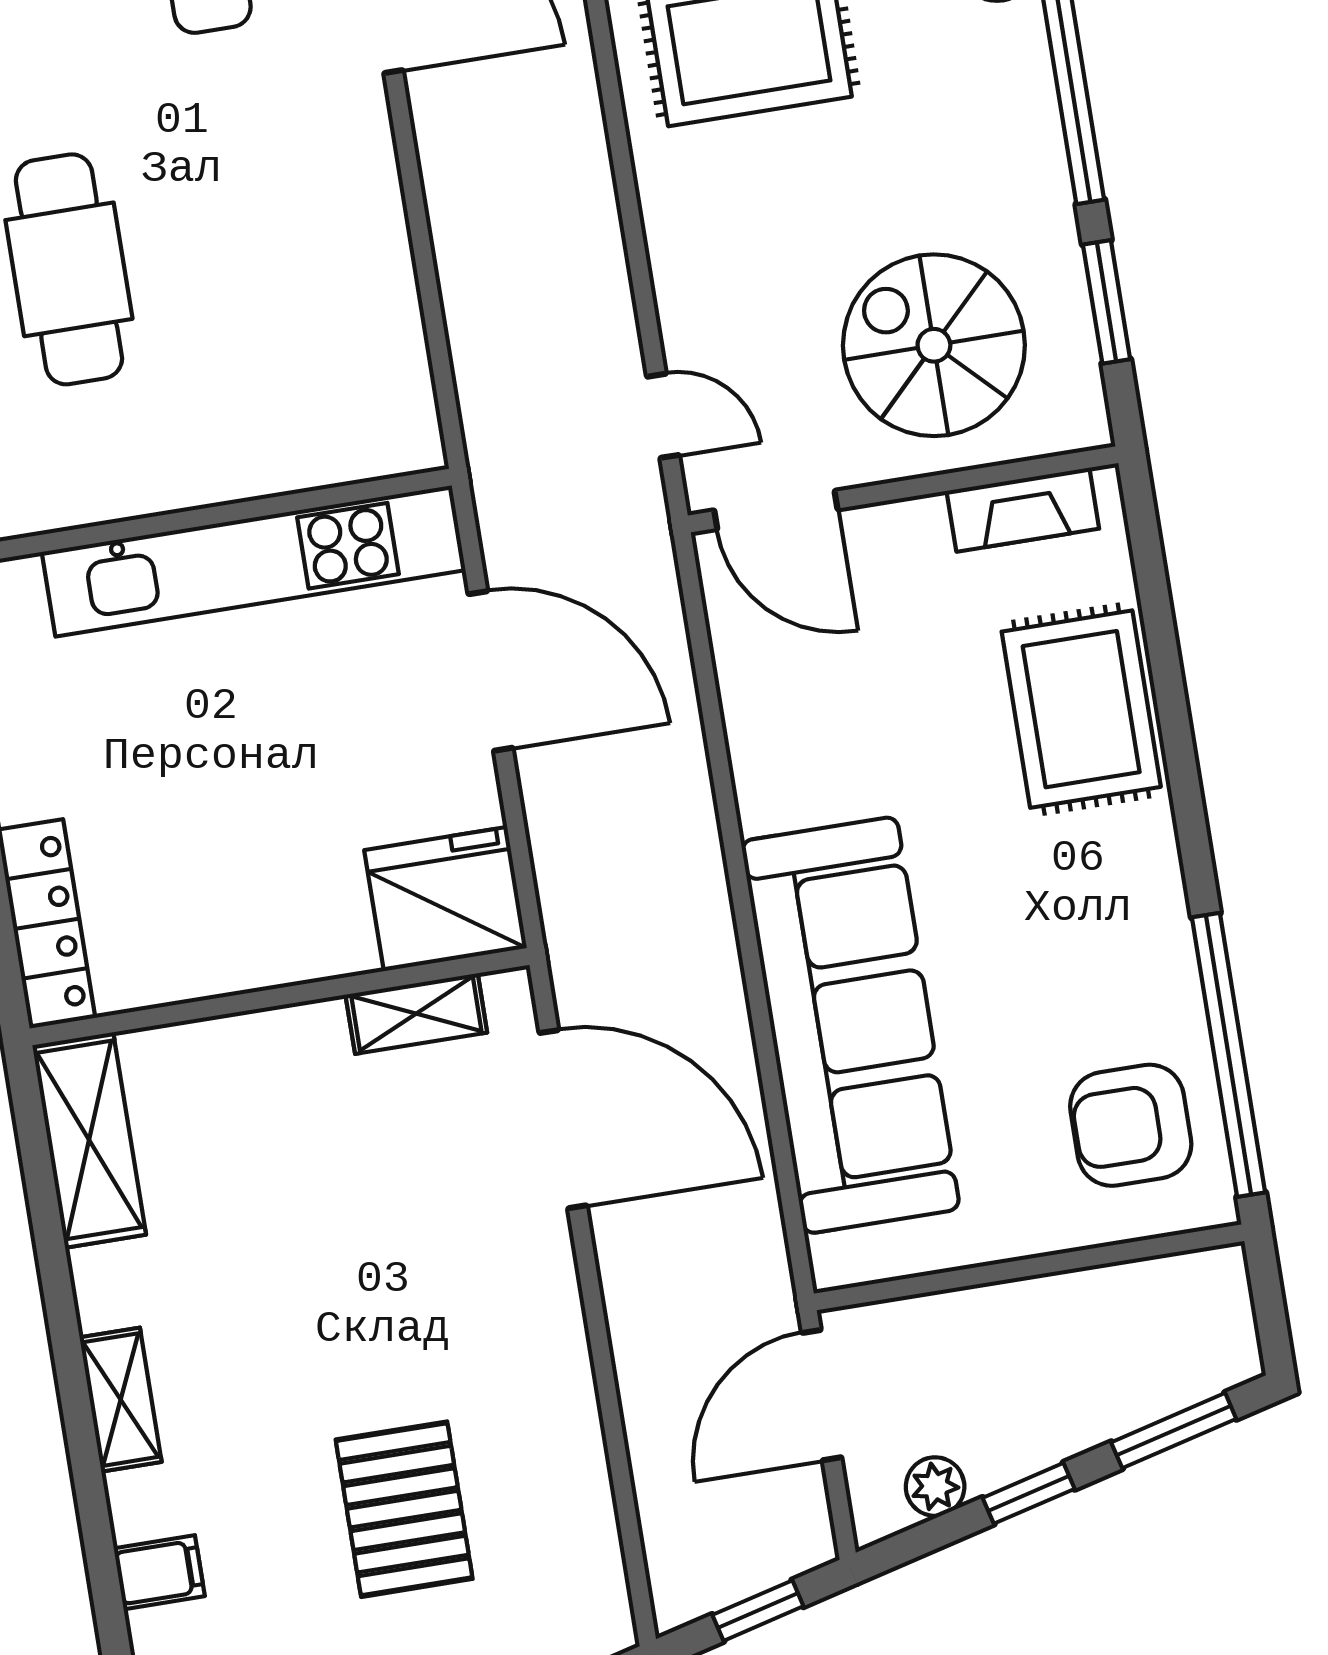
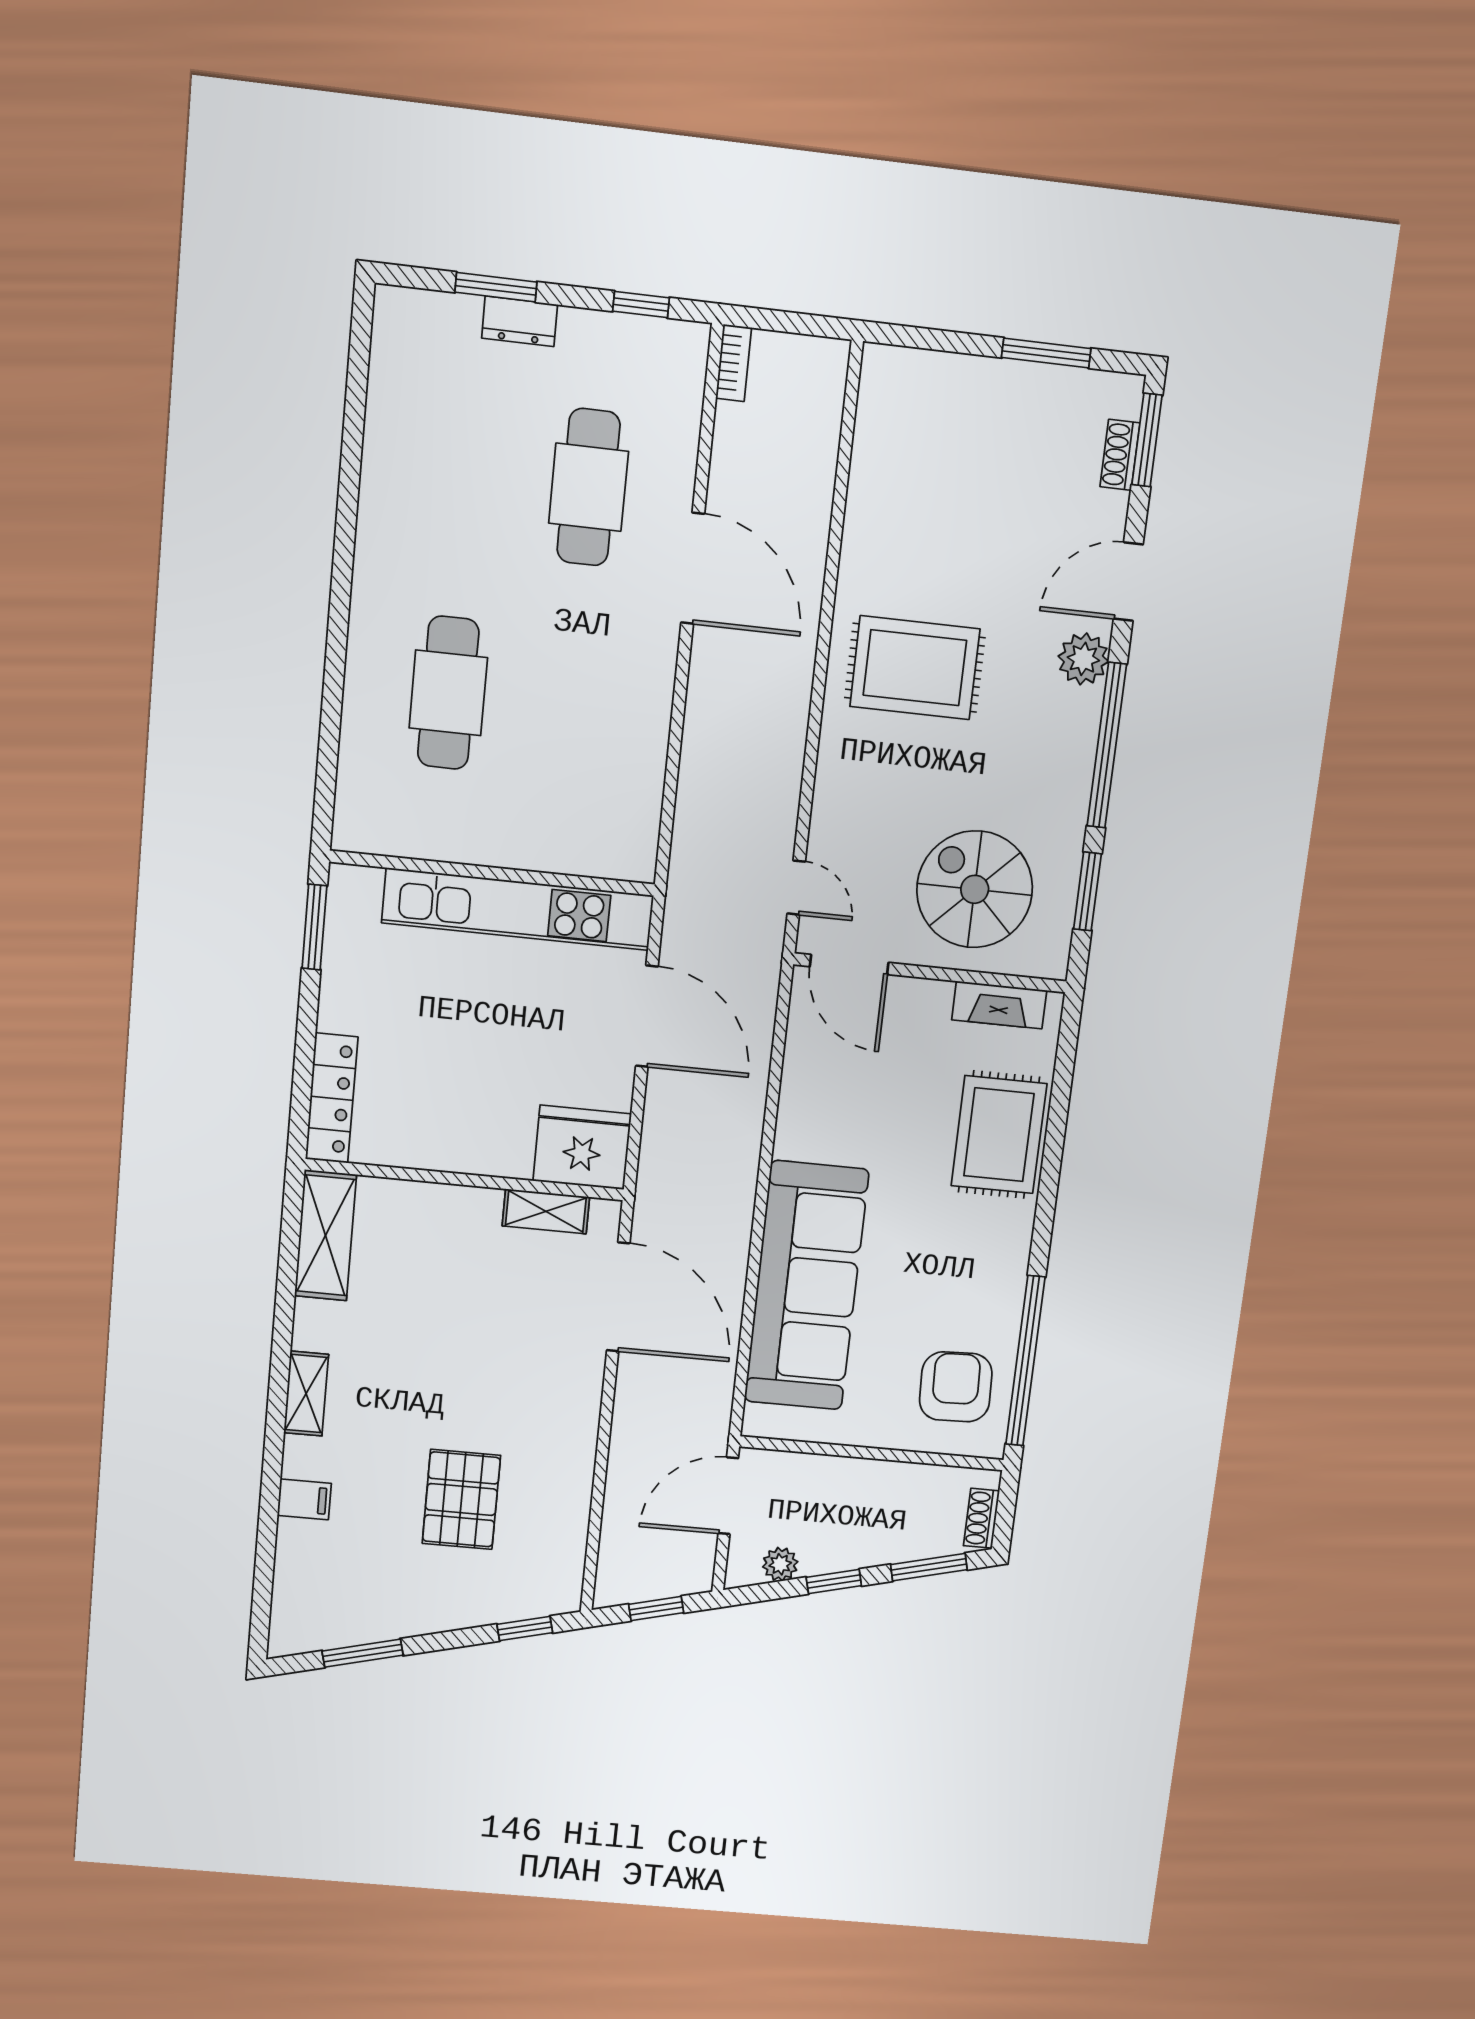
armchair: (1131, 1125) -> (956, 1387), turned 88
shoe rack: (1234, 1328) -> (981, 1518), added

